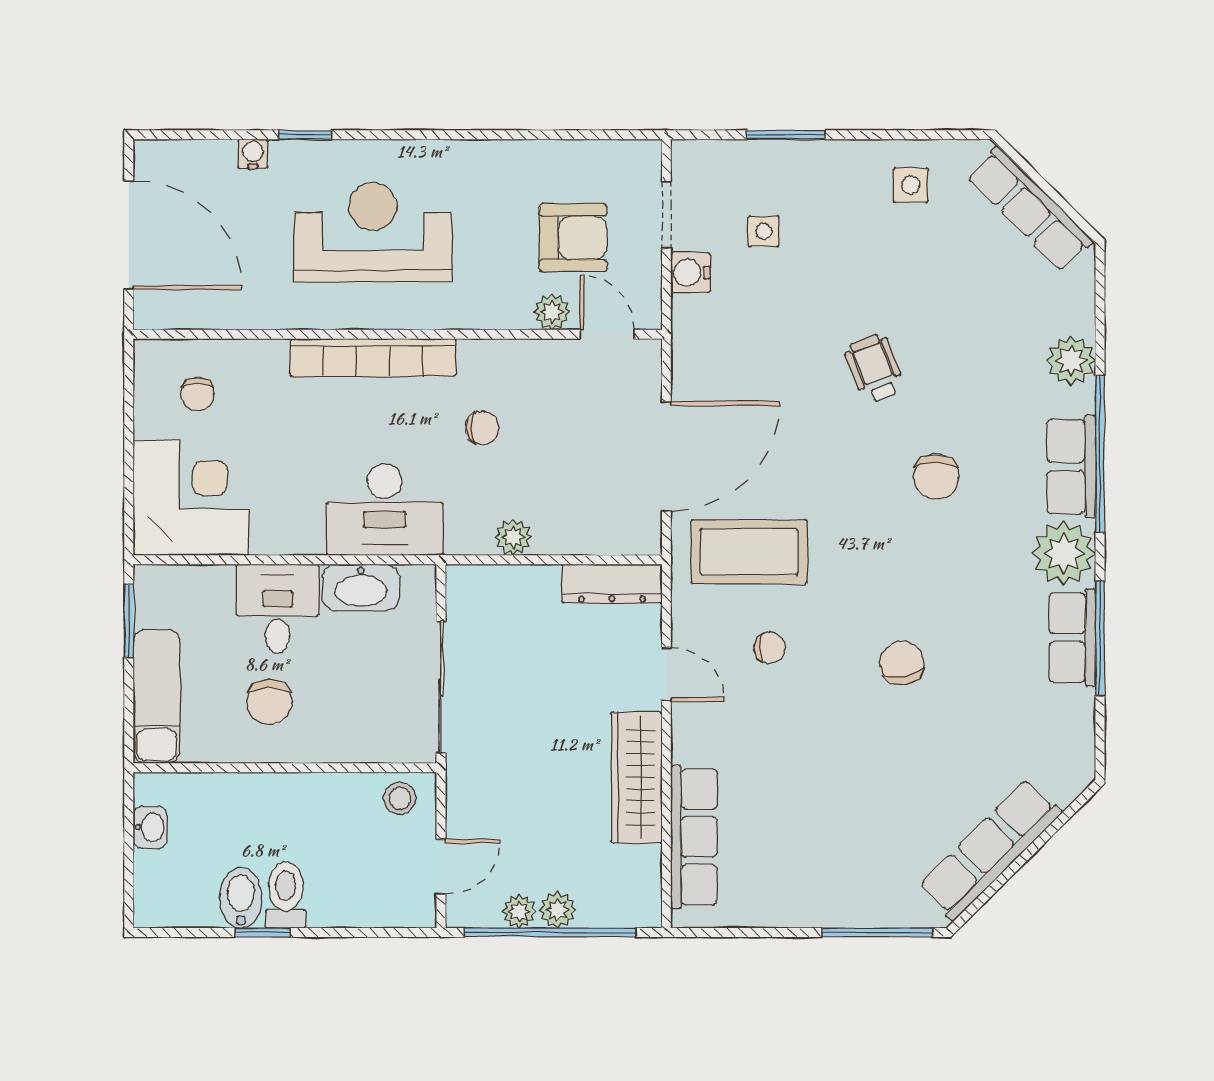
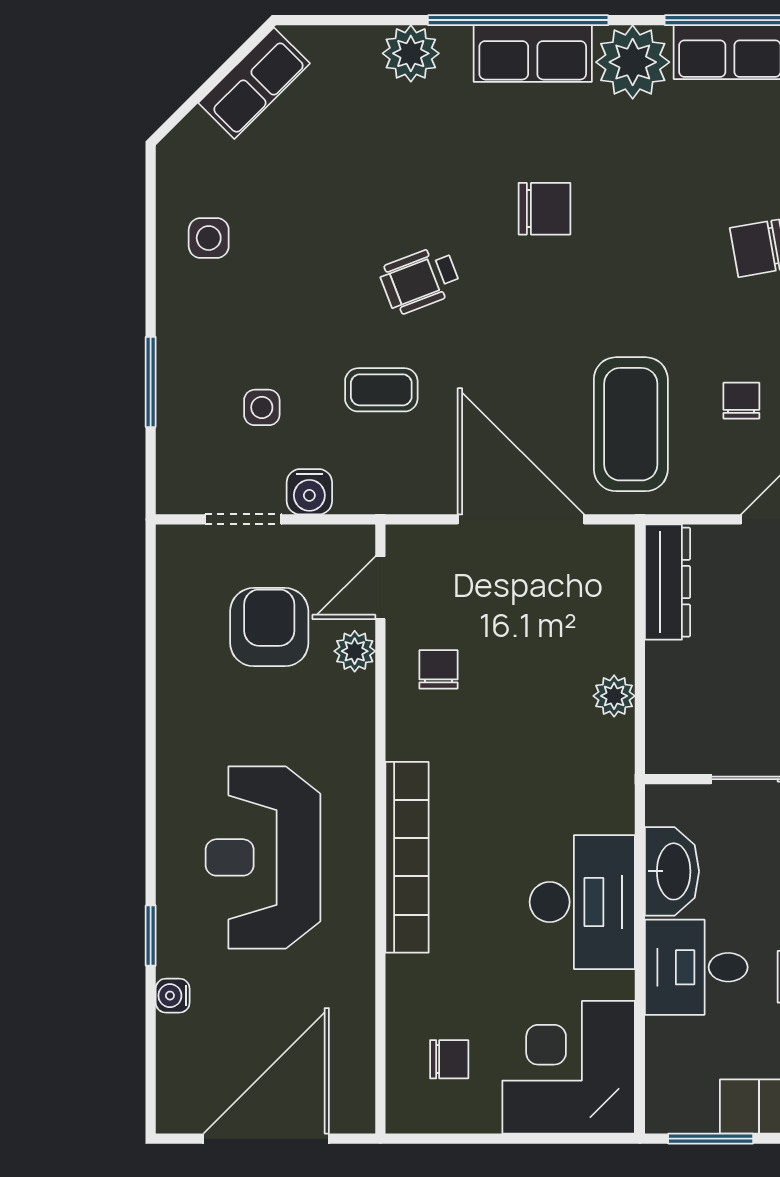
row of seats: (1030, 209) -> (254, 83), width x0.68
coffee table: (779, 335) -> (381, 390), added
chair: (482, 428) -> (439, 669), moved
desk: (385, 510) -> (582, 902), moved

